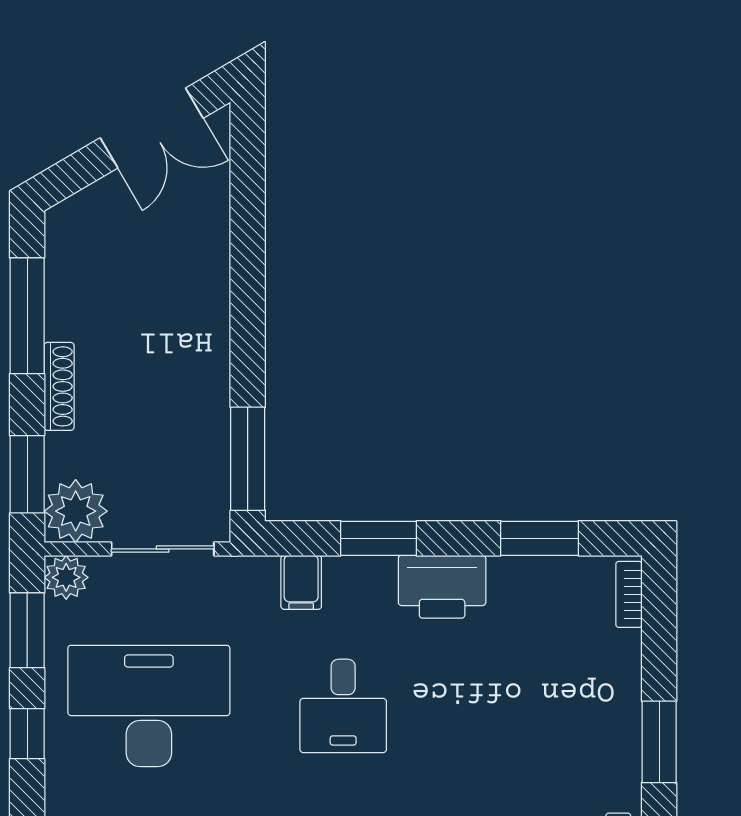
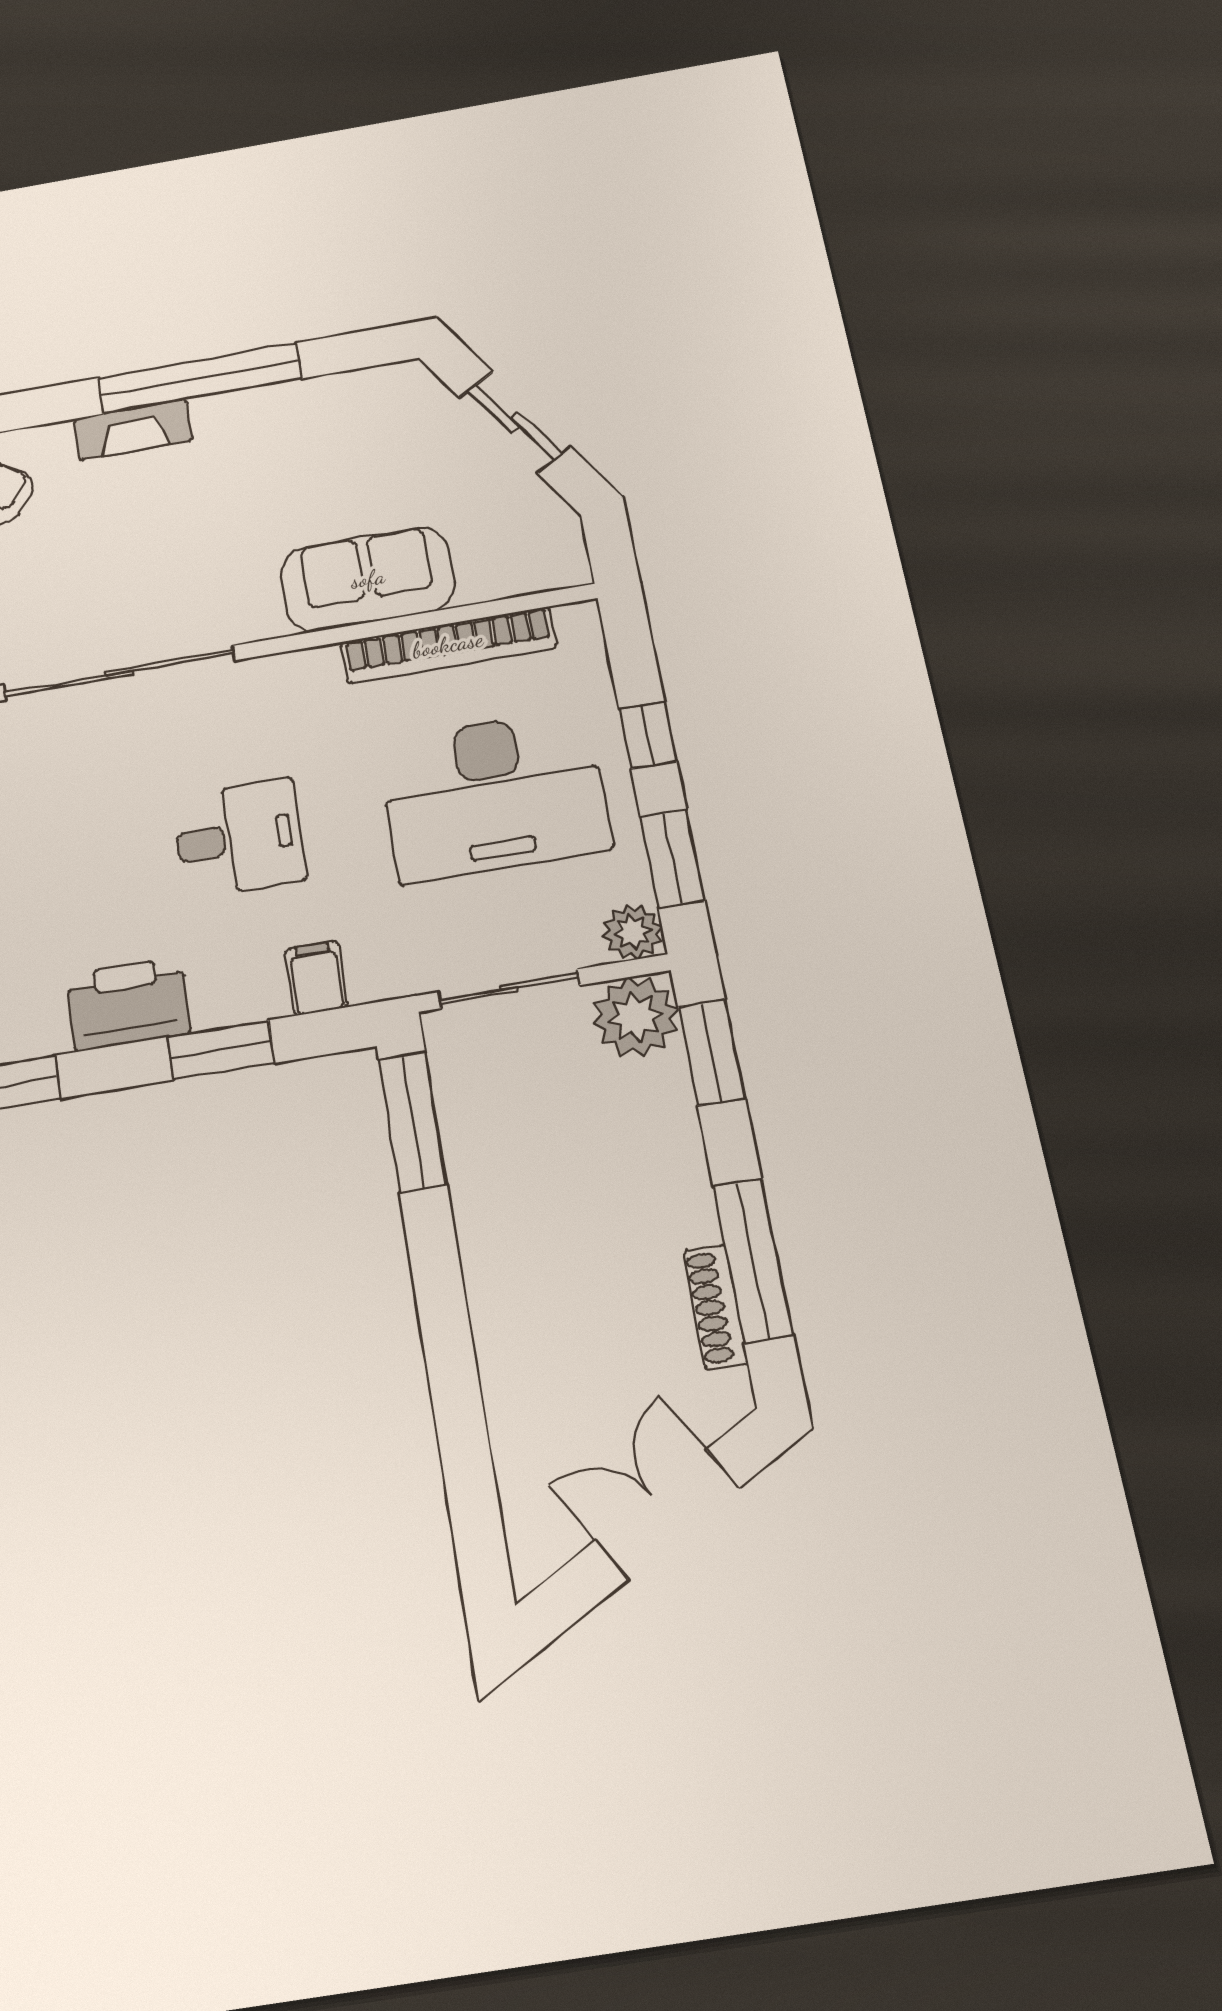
double door: (152, 128) -> (667, 1514), moved
shoe rack: (59, 386) -> (715, 1307), moved
desk: (343, 706) -> (239, 838), turned 90

